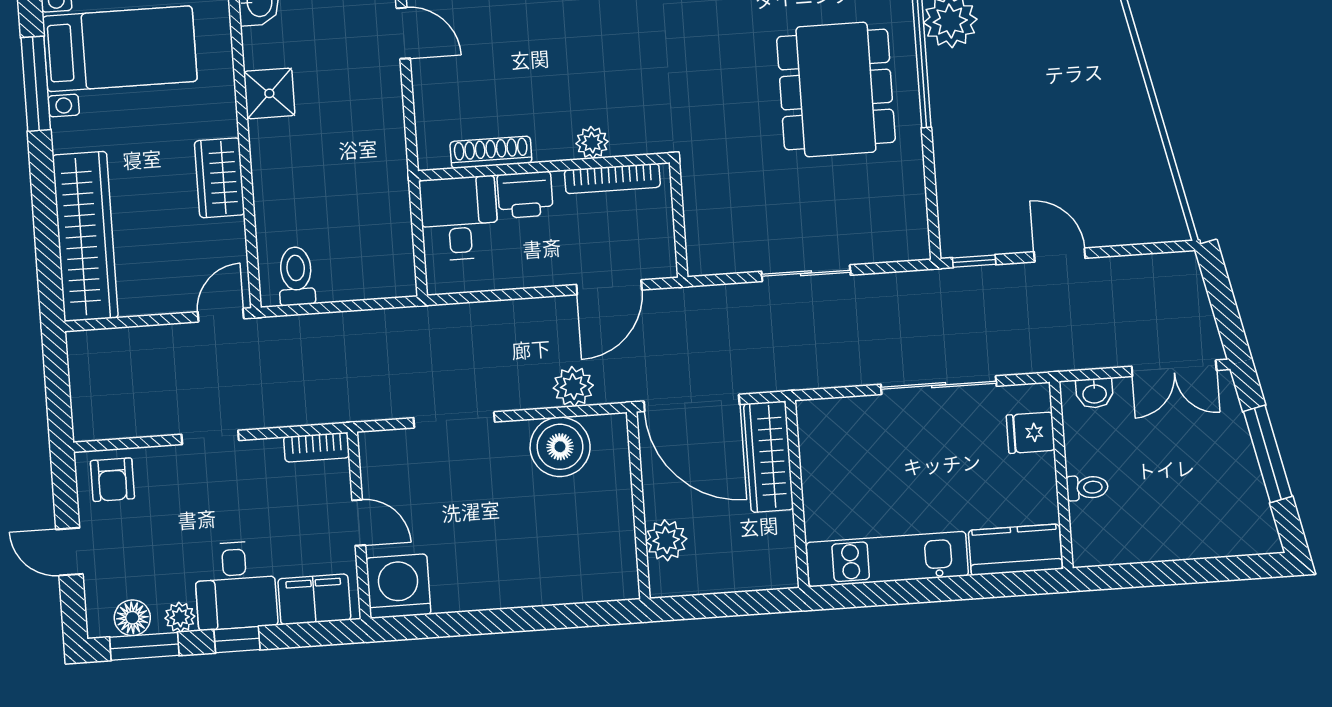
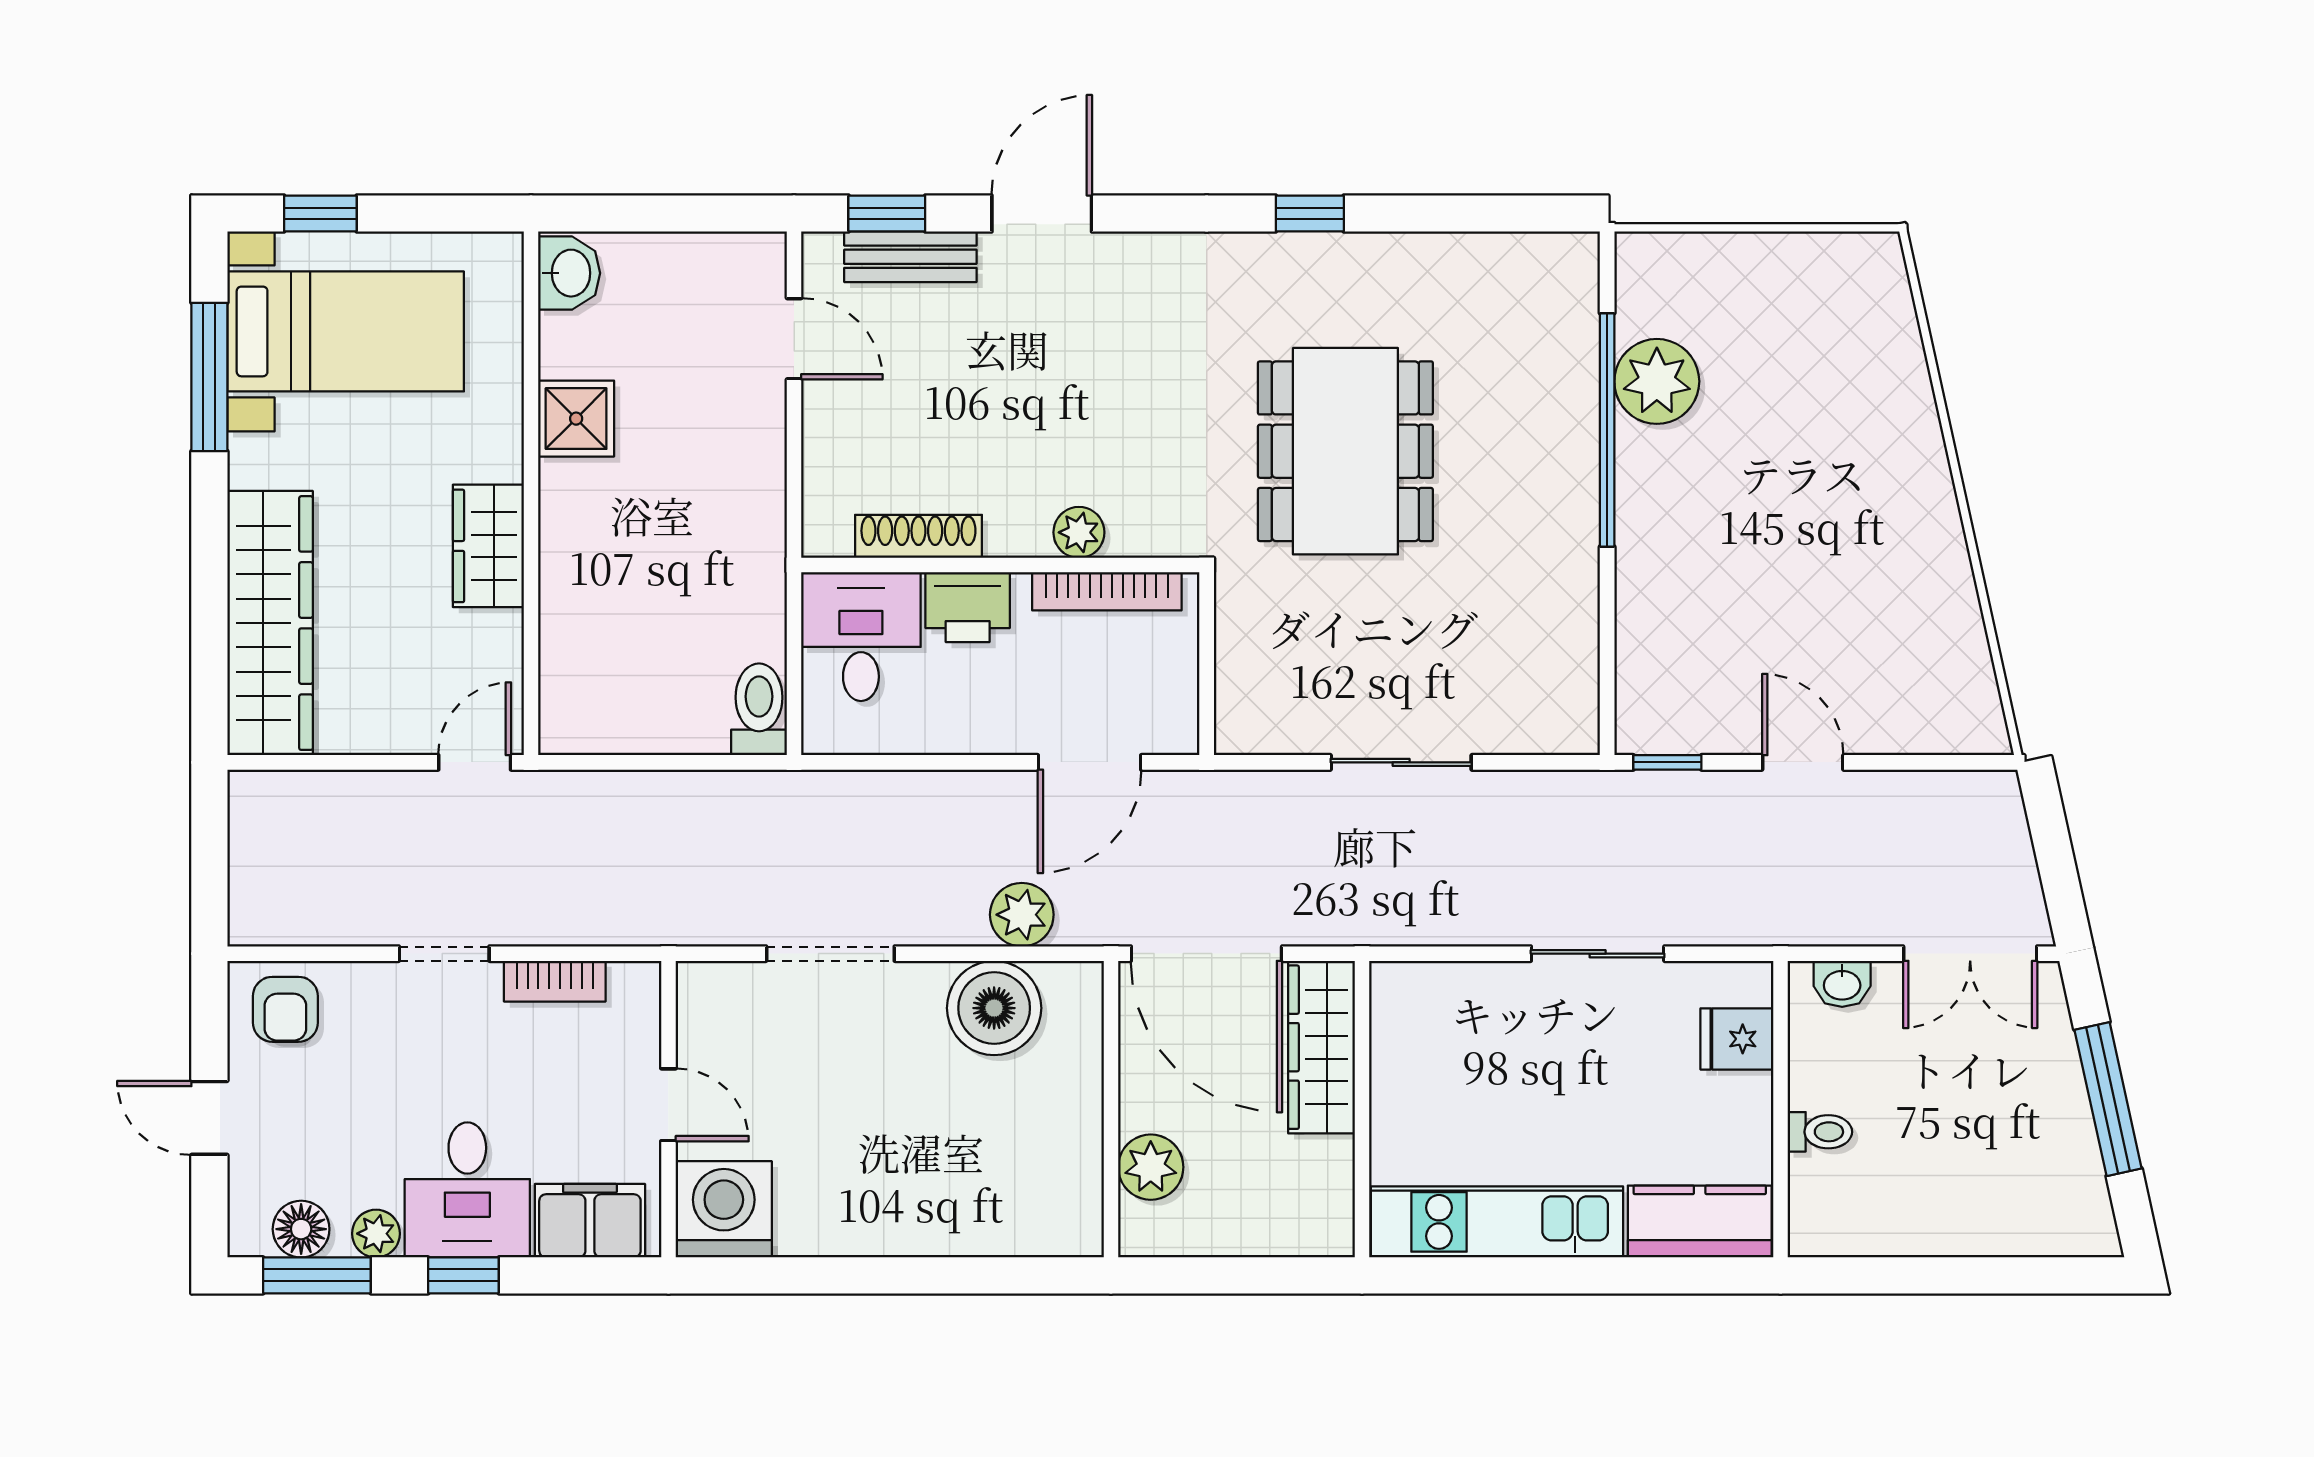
dining table: (836, 89) -> (1345, 451), moved
toilet: (296, 276) -> (759, 709), moved
sliding door: (939, 385) -> (1598, 954), width x0.73
bookcase: (317, 447) -> (555, 981), moved

